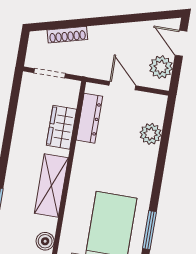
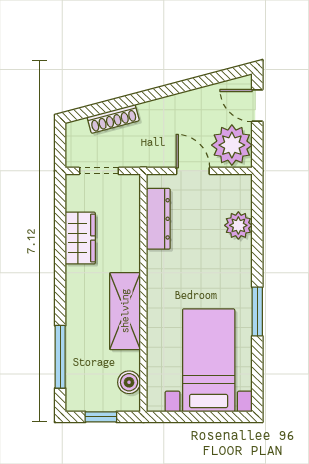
plant: (161, 67) -> (232, 145), width x1.36, depth x1.36
wardrobe: (61, 127) -> (80, 238), moved, turned 180
window: (149, 230) -> (257, 312), moved

